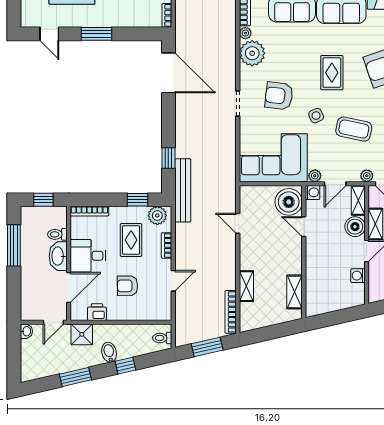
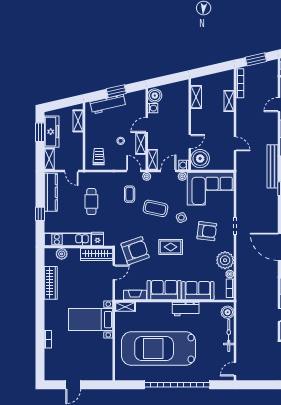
rug: (332, 73) -> (171, 247), turned 90
door: (304, 227) -> (190, 142), hinge flipped
boiler: (355, 227) -> (155, 96), moved

